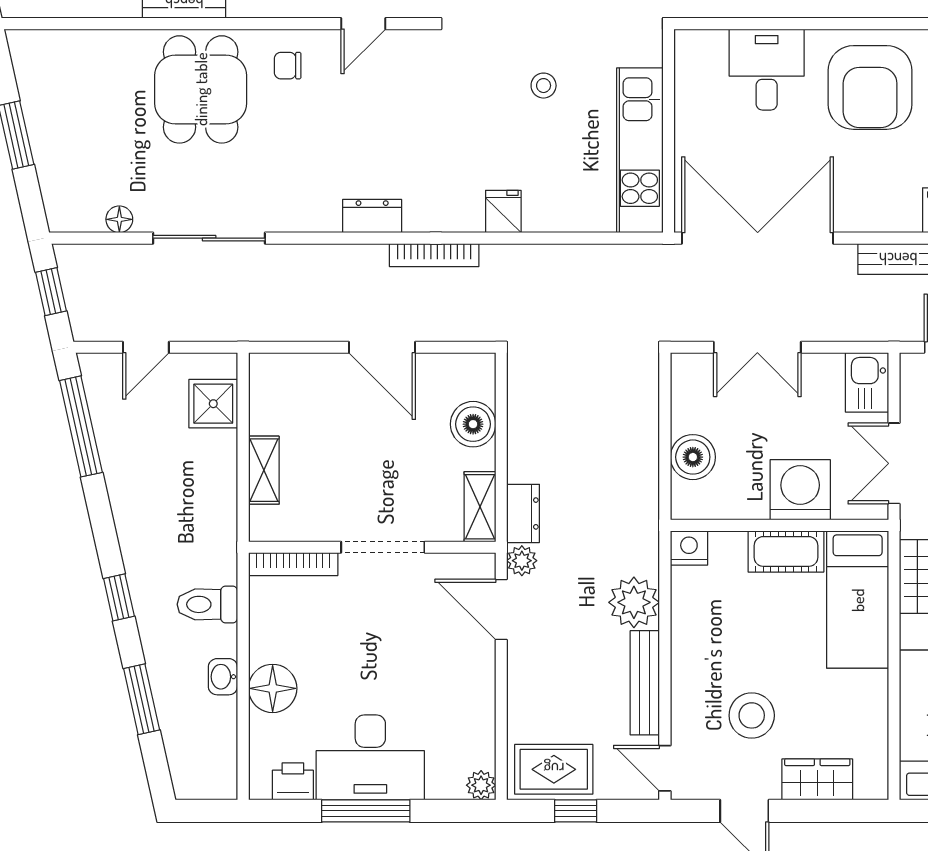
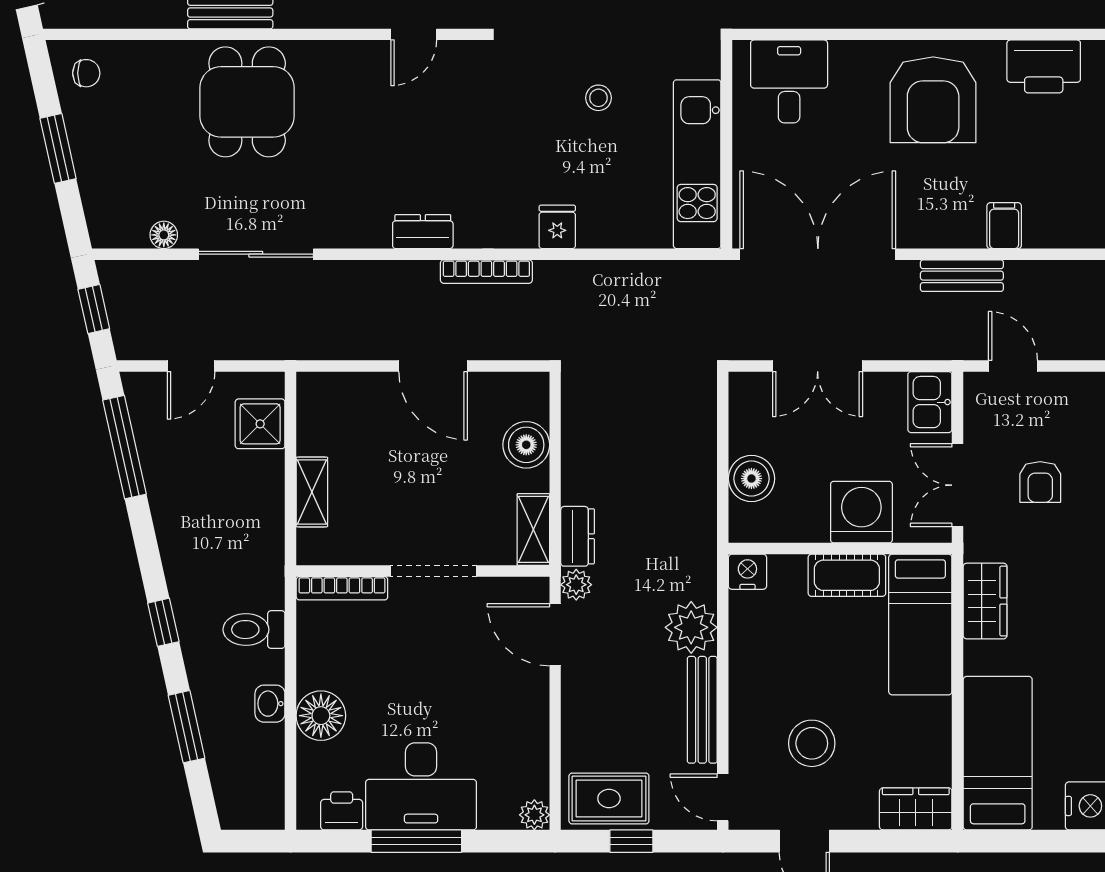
chair: (288, 66) -> (86, 73), moved, turned 180
desk: (767, 70) -> (789, 81), moved
wardrobe: (817, 779) -> (916, 809), moved

